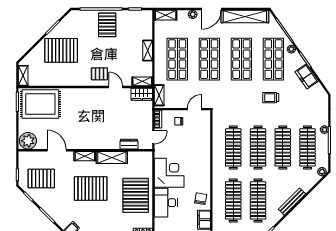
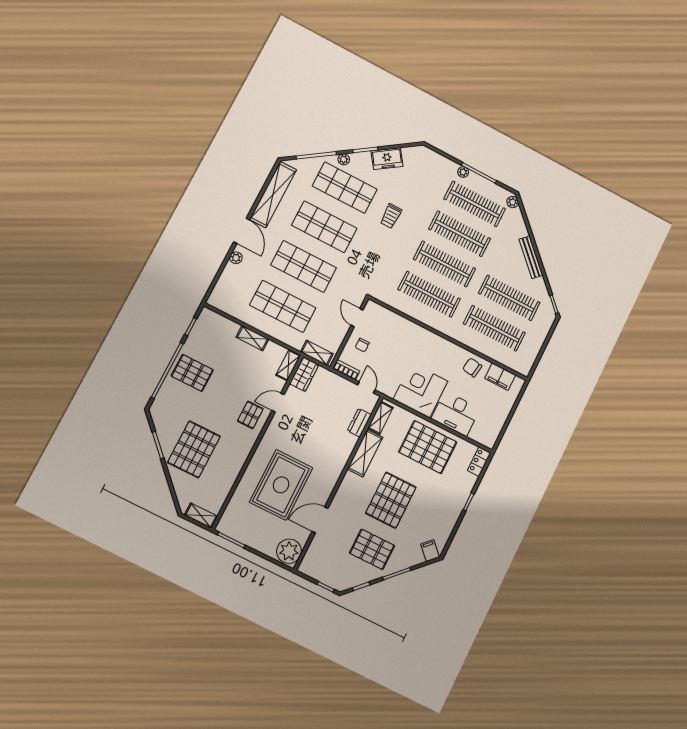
shelving: (166, 15) -> (219, 292), removed
rug: (40, 104) -> (281, 485), moved
shelving: (85, 156) -> (381, 418), moved
pallet: (41, 178) -> (372, 549), moved, turned 90

